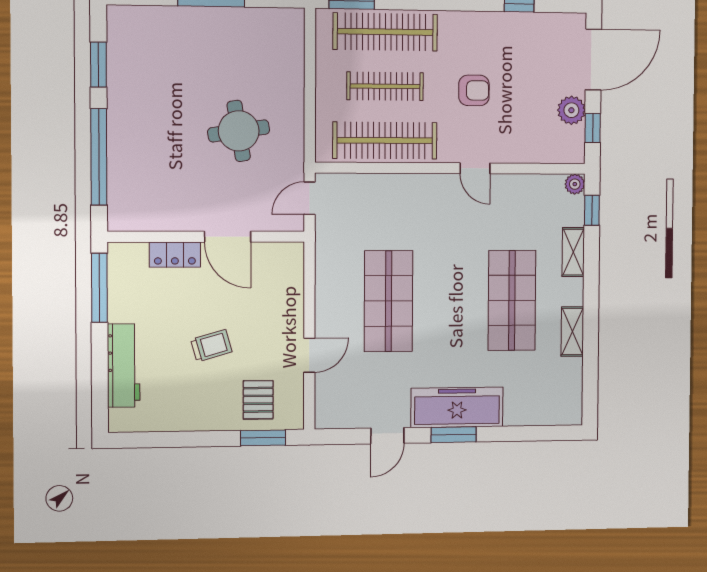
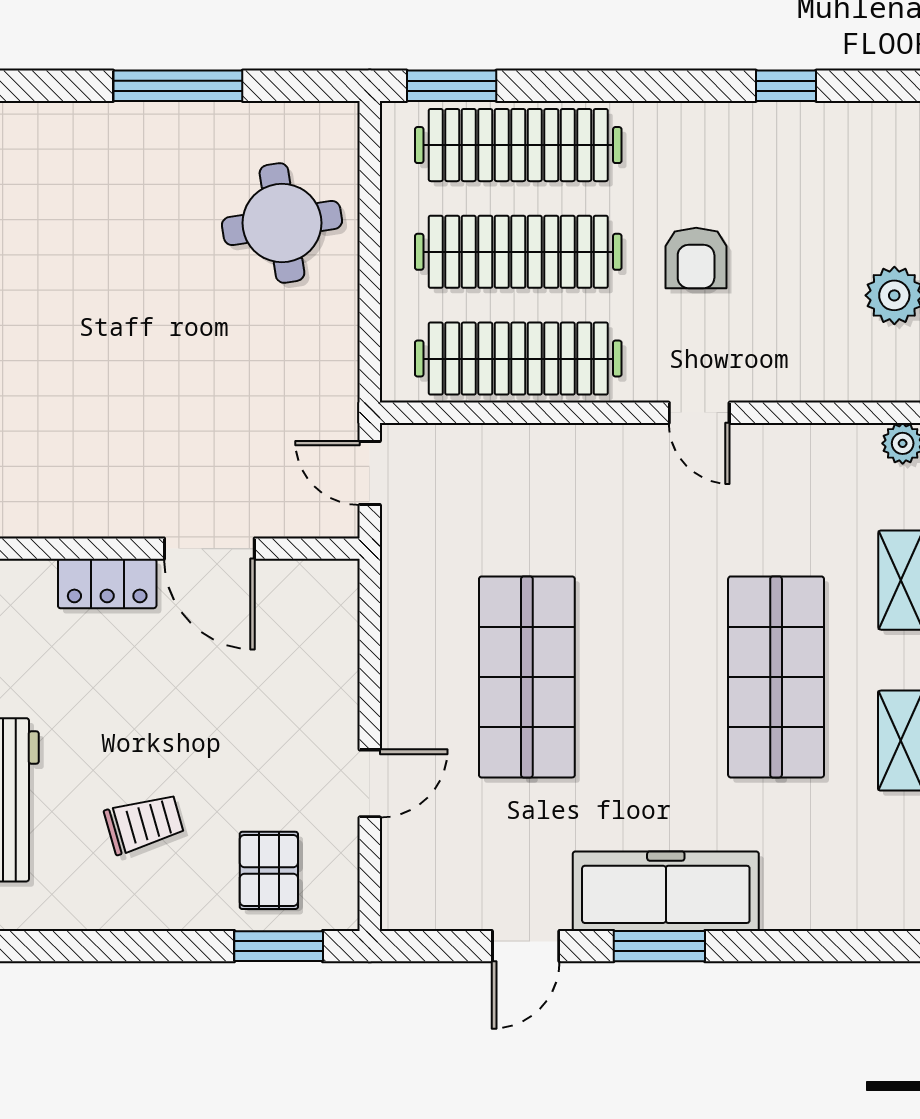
clothes rail: (385, 86) -> (518, 252), width x1.37, depth x1.31
armchair: (474, 90) -> (696, 258), turned 90
round table: (239, 131) -> (282, 223), moved
door: (310, 198) -> (370, 473), hinge flipped
trolley: (211, 346) -> (144, 823), moved

